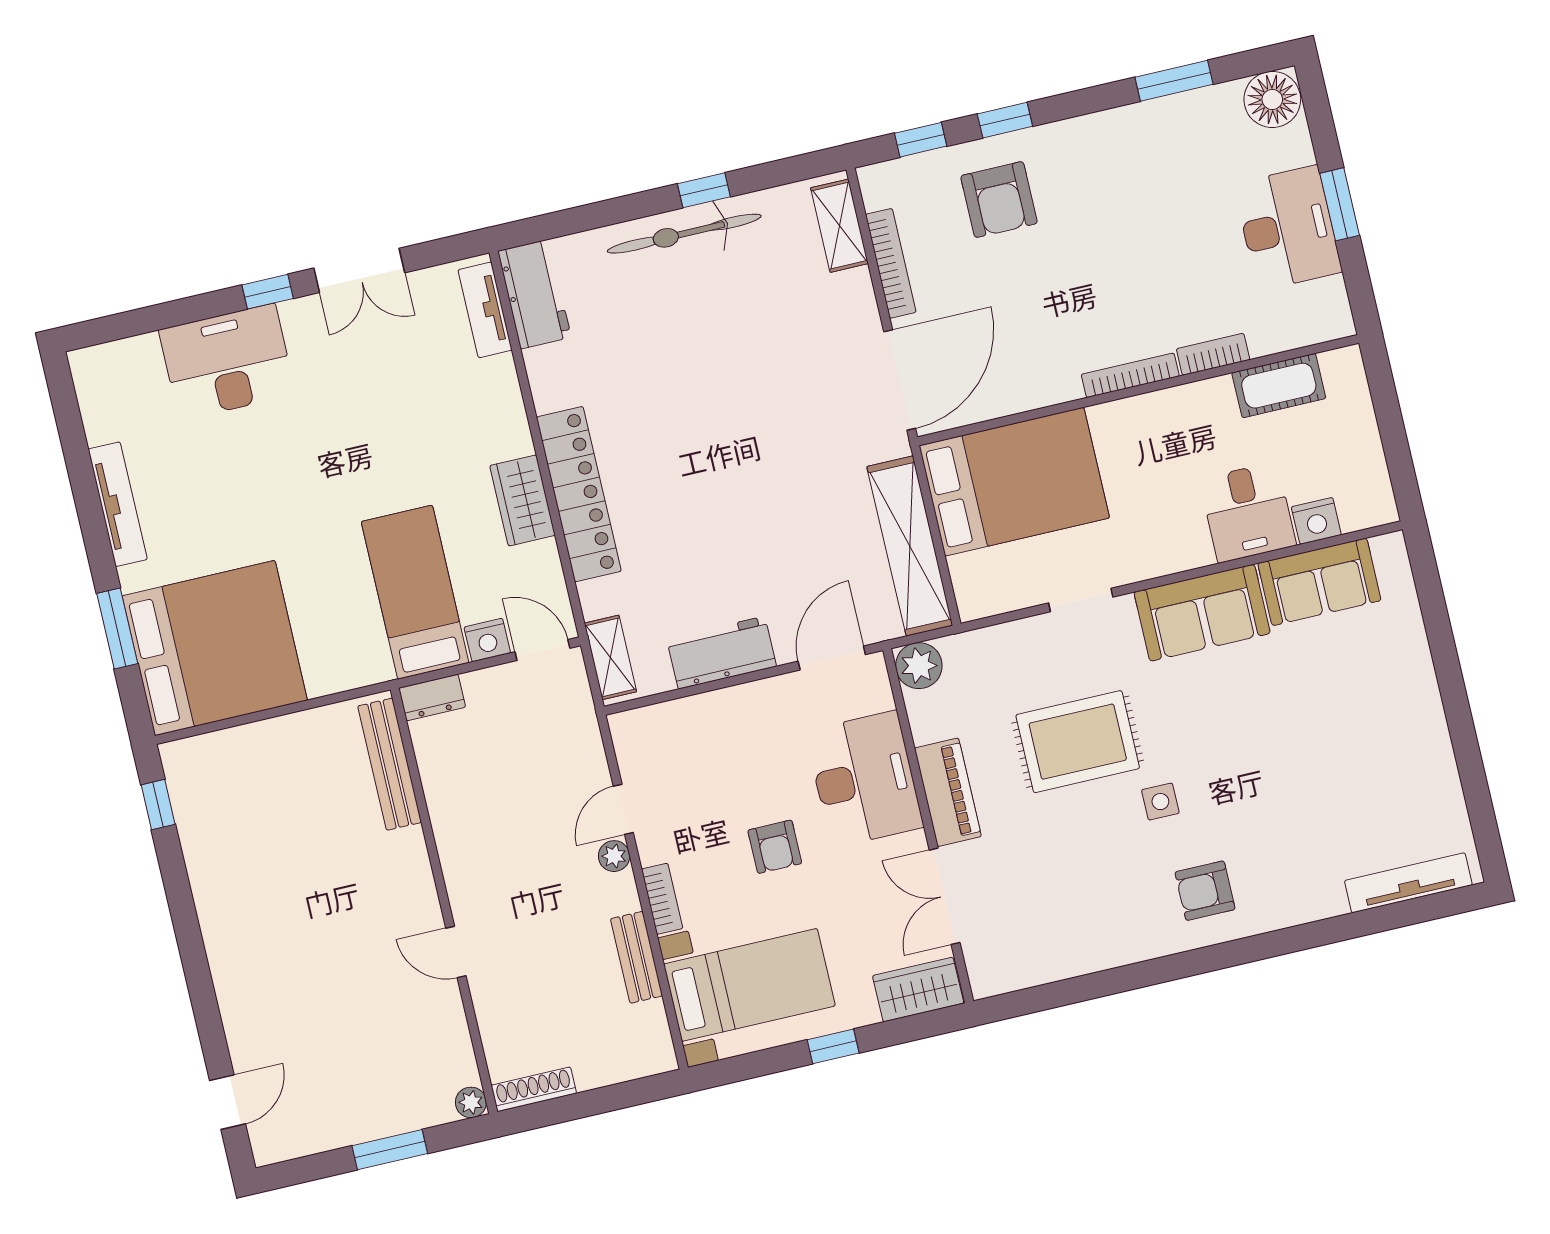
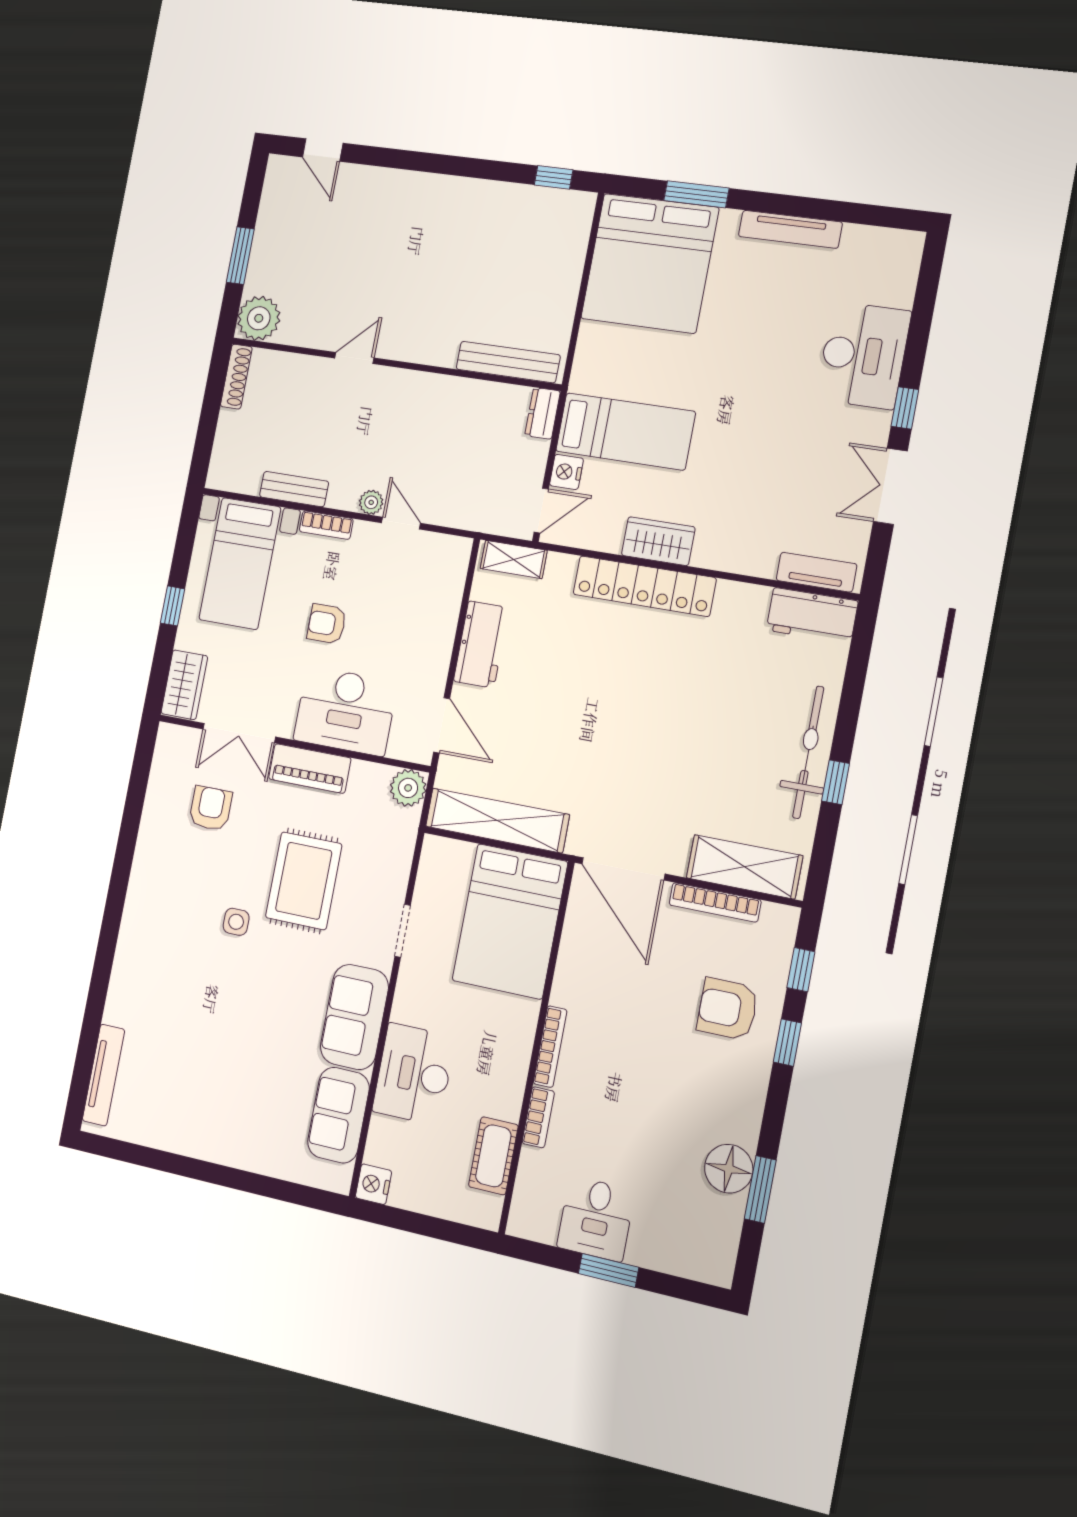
floor lamp: (1272, 99) -> (729, 1169), moved
shelving: (839, 226) -> (744, 867), width x1.50, depth x1.33
desk: (1288, 228) -> (596, 1219), width x0.73
desk: (1248, 512) -> (414, 1074), width x1.37
nightstand: (1316, 521) -> (373, 1184), moved
armchair: (1205, 891) -> (211, 808), moved
double door: (945, 896) -> (239, 733), swing flipped
plant: (471, 1102) -> (259, 318), width x1.88, depth x1.88

